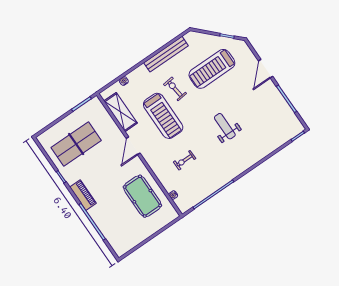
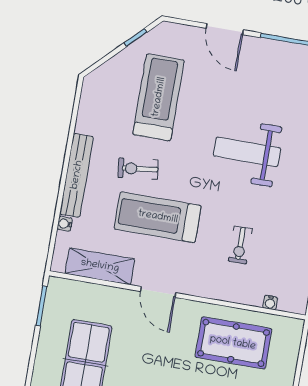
bench: (166, 54) -> (77, 175), moved
treadmill: (212, 69) -> (159, 97), turned 180
treadmill: (163, 116) -> (158, 217), turned 180
weight bench: (225, 126) -> (247, 152), width x1.36, depth x1.33

